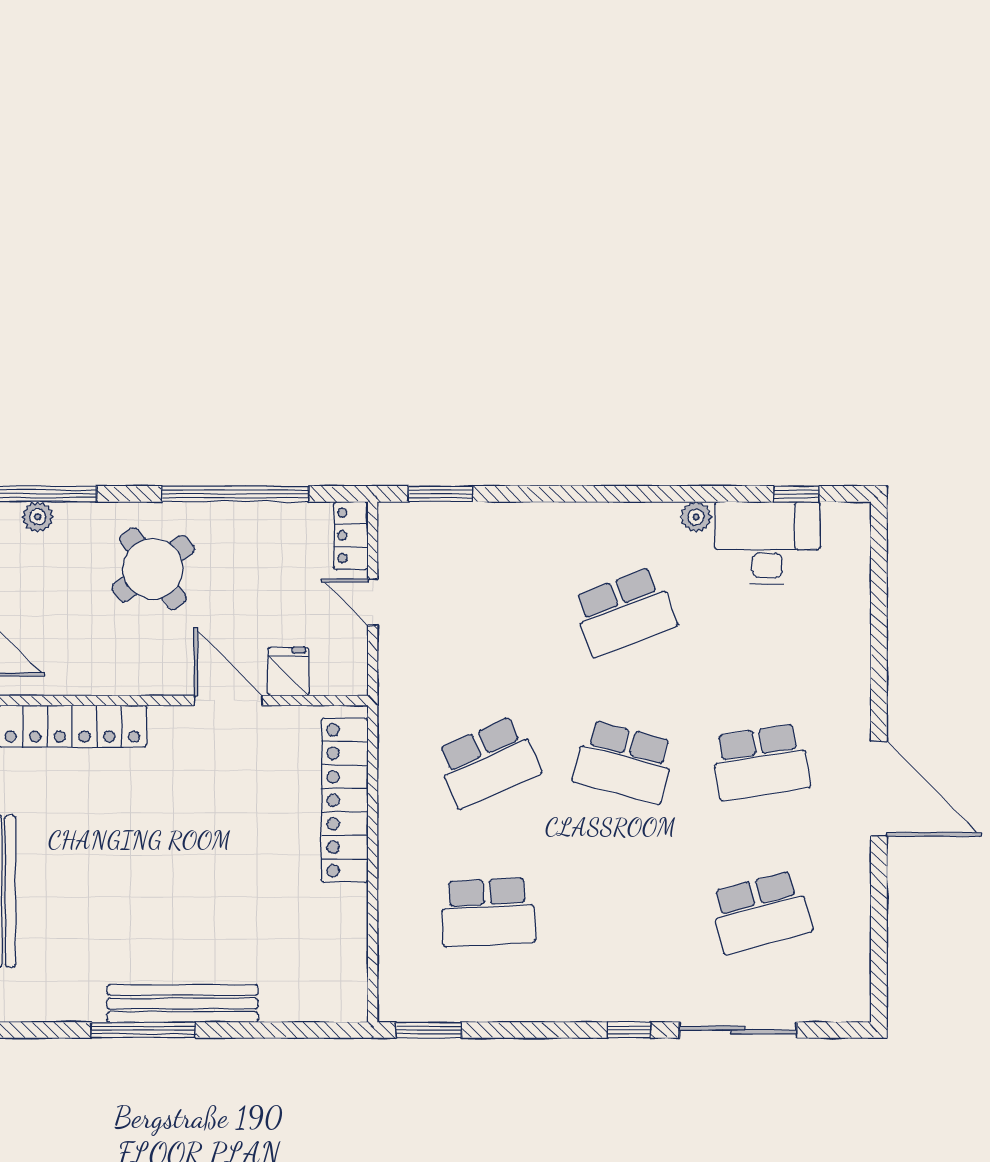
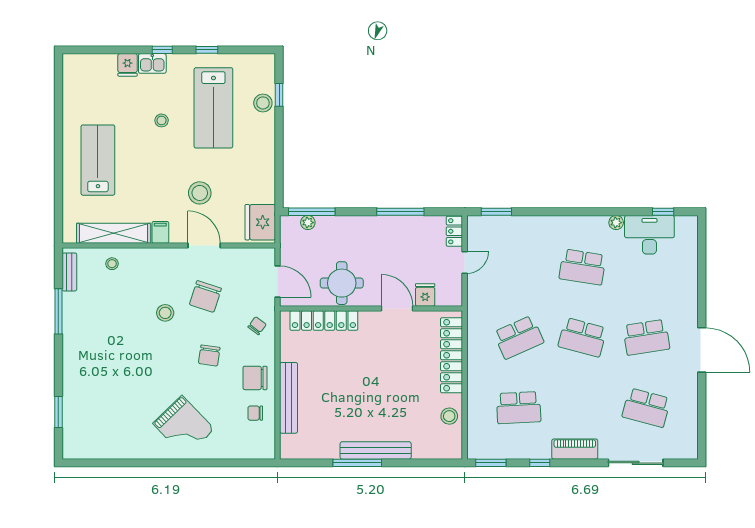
window: (235, 494) -> (400, 212), width x0.68
round table: (153, 569) -> (342, 283), moved, turned 36
door: (373, 602) -> (465, 262), swing flipped
school desk: (624, 612) -> (582, 267), turned 30
school desk: (761, 912) -> (646, 408), turned 30
stool: (340, 930) -> (449, 416), added
piano: (608, 1001) -> (575, 449), added
window: (629, 1030) -> (540, 463), moved

